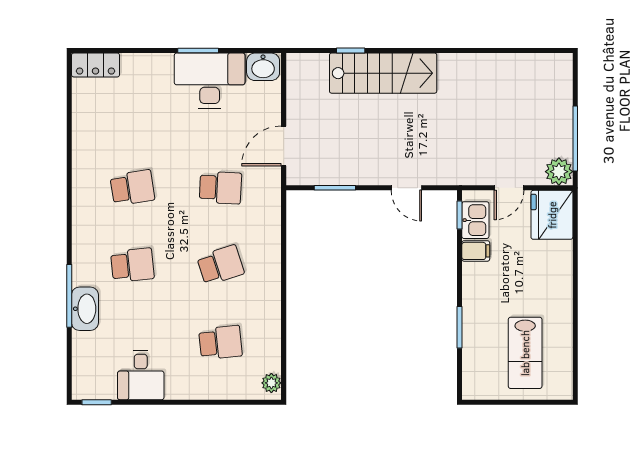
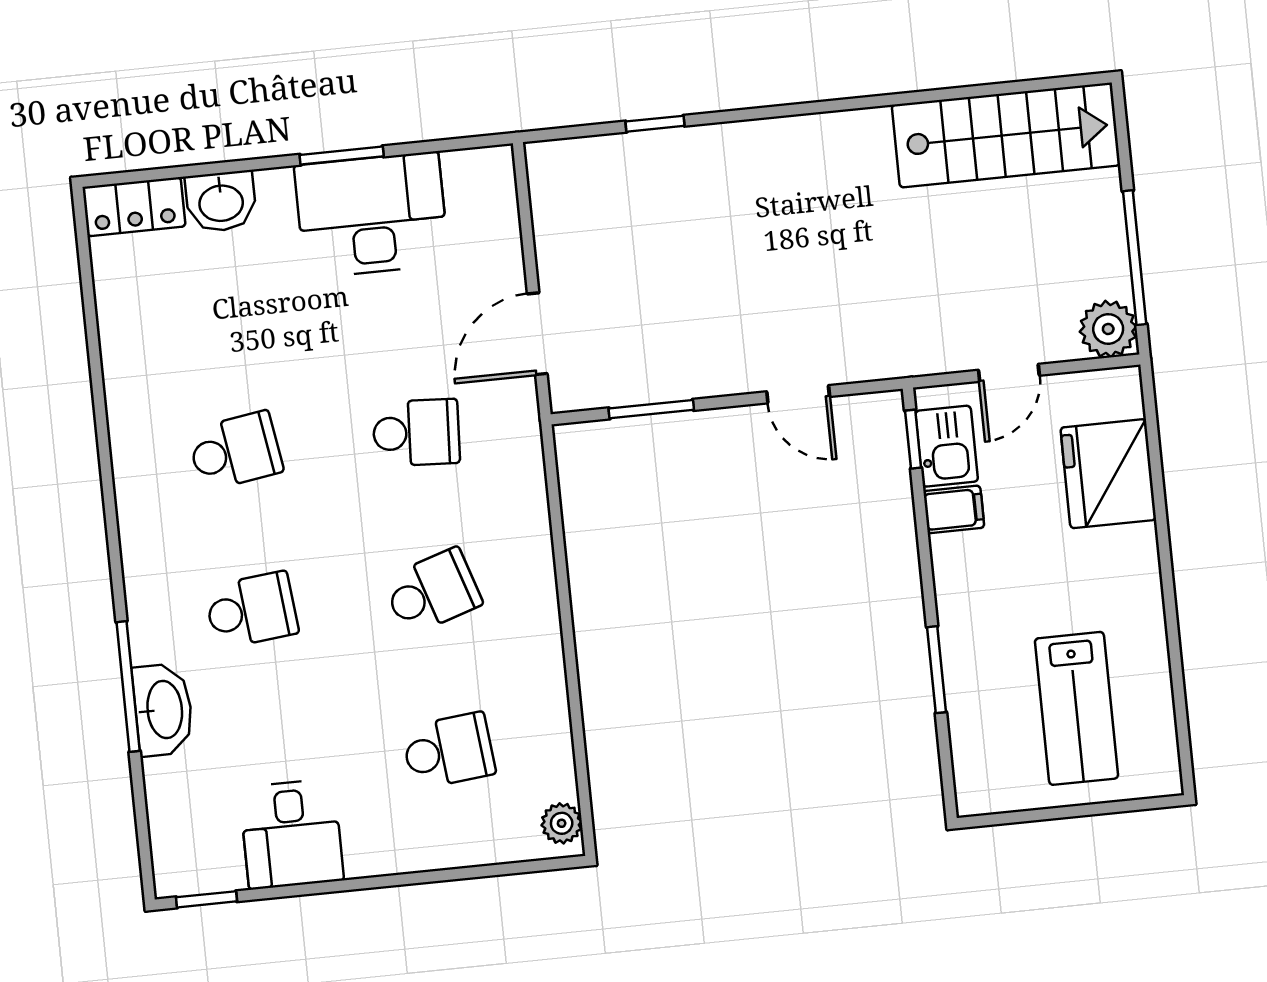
washbasin: (263, 67) -> (221, 202), moved
stairs: (383, 73) -> (1006, 135), moved
fridge: (552, 215) -> (1108, 474), moved

